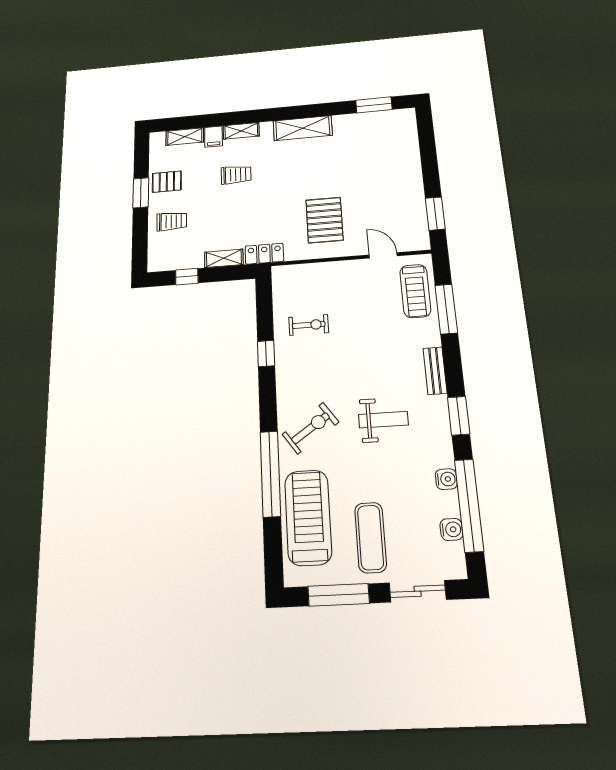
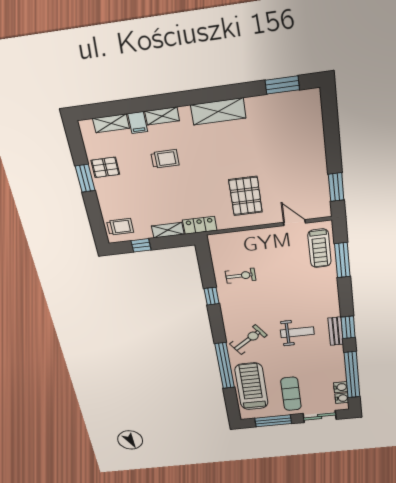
trolley: (172, 221) -> (120, 227), moved
bench: (435, 371) -> (336, 331), moved
water cooler: (446, 479) -> (342, 398), moved

